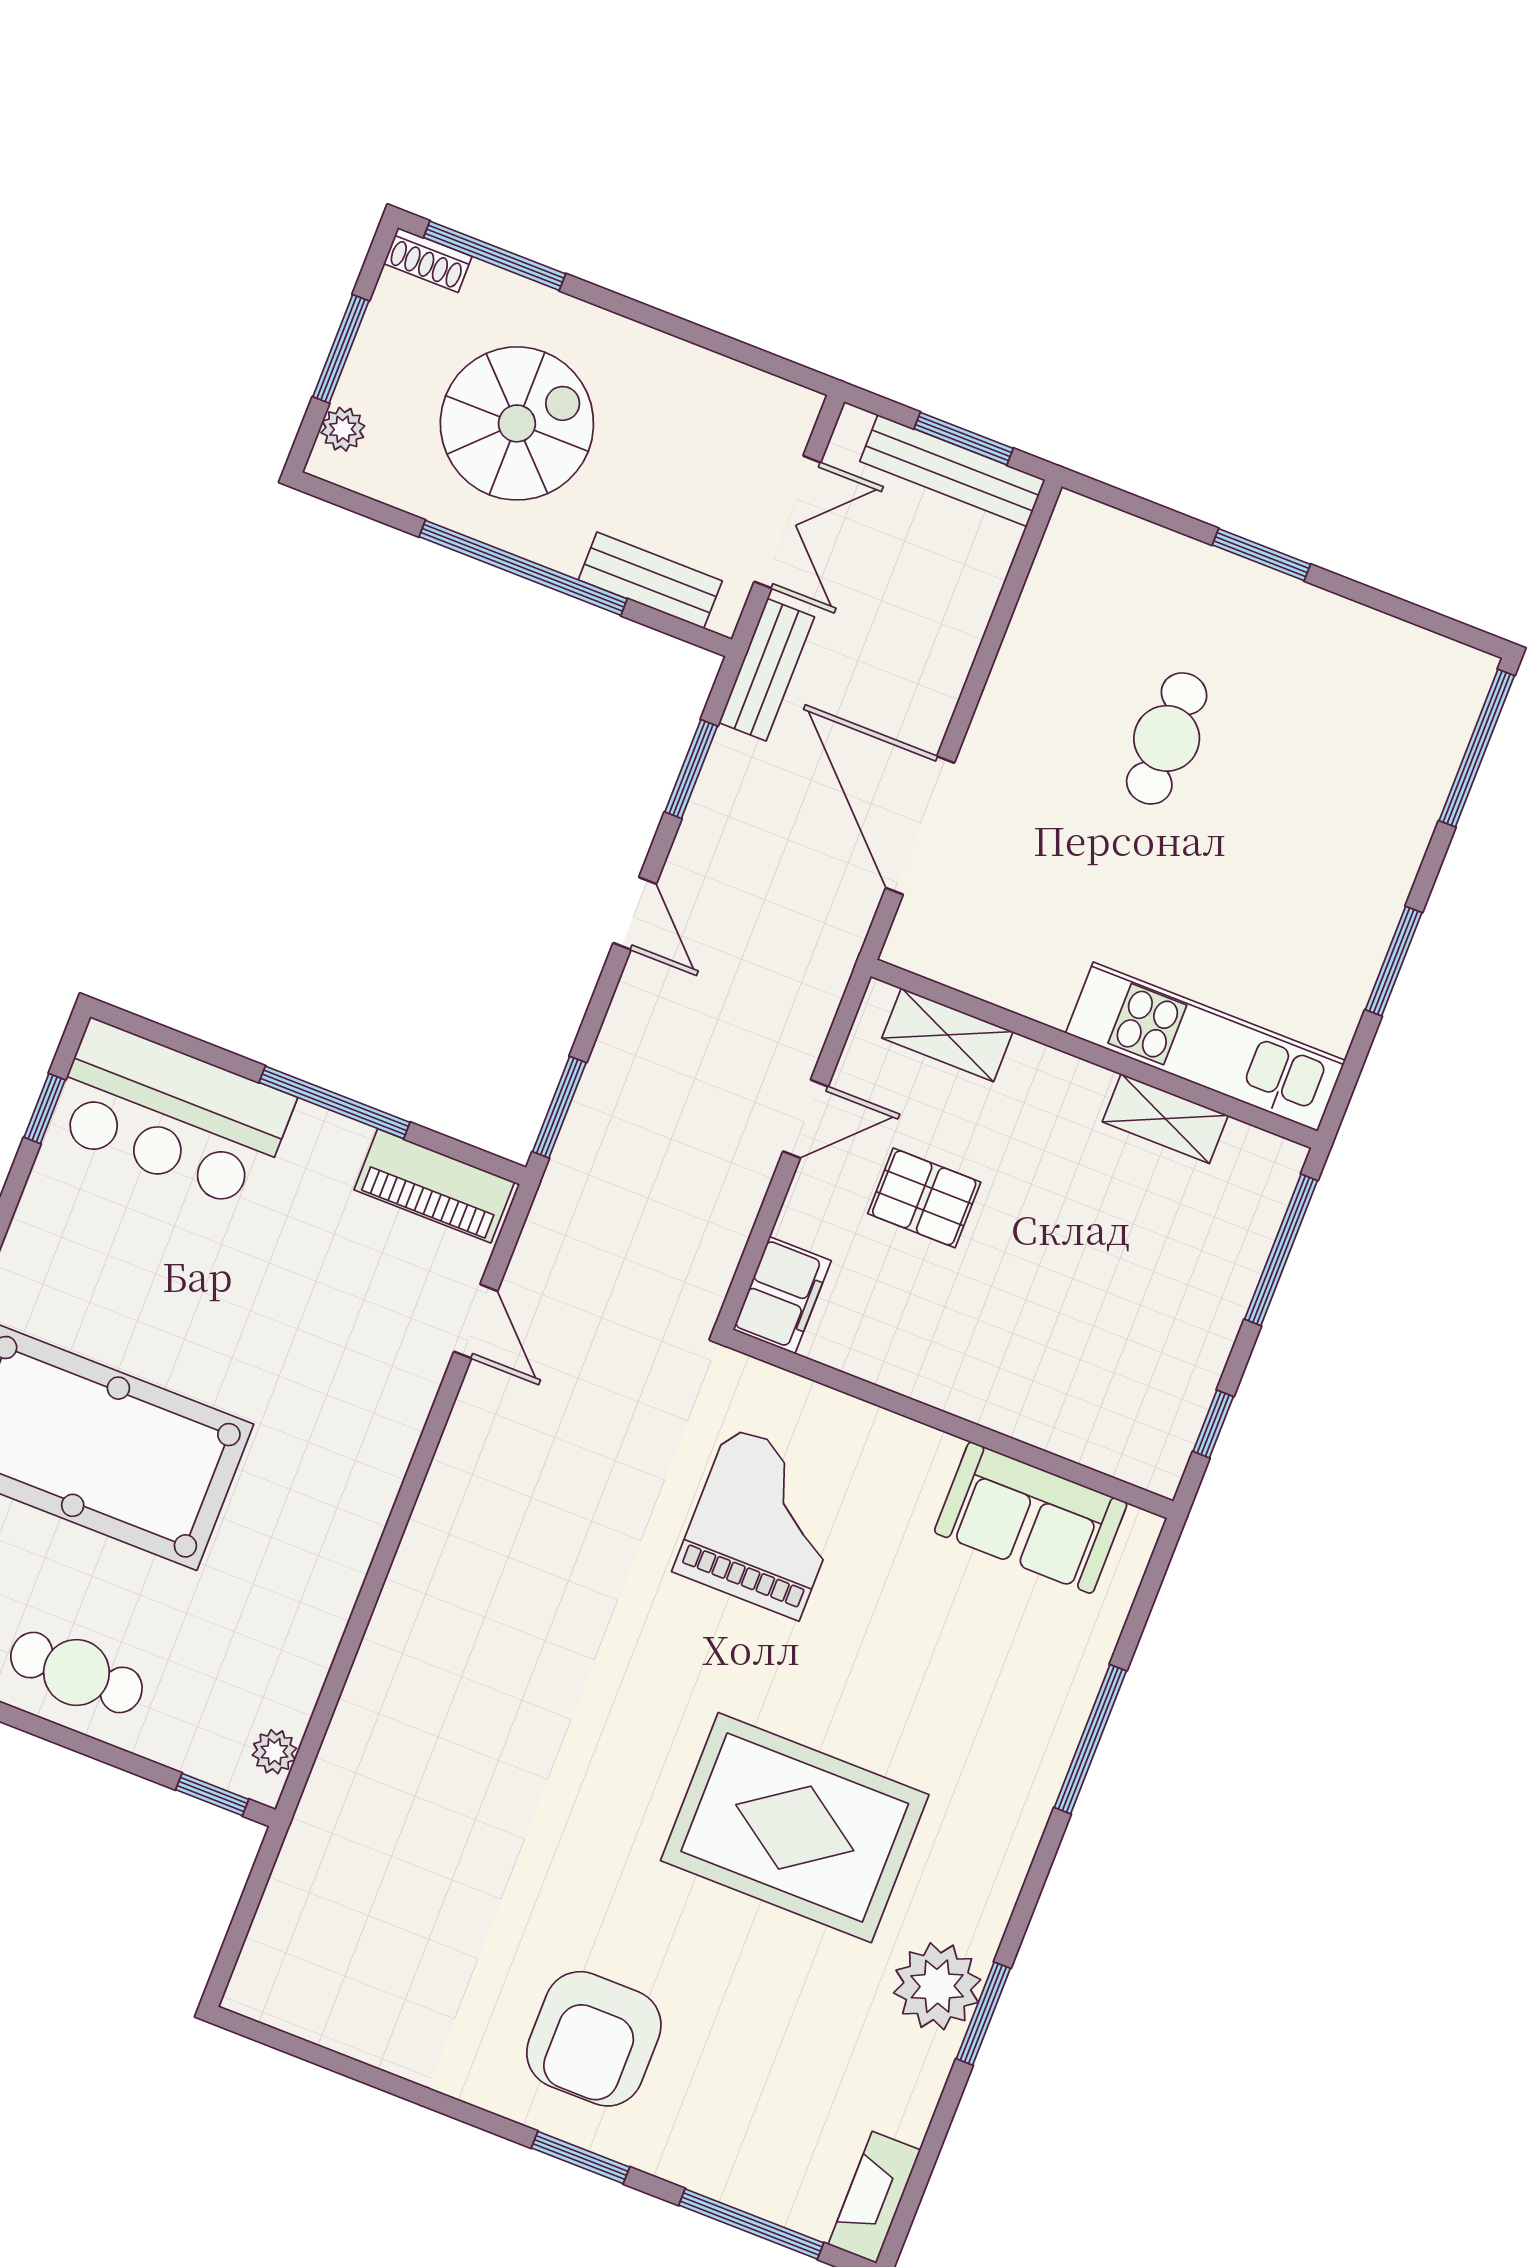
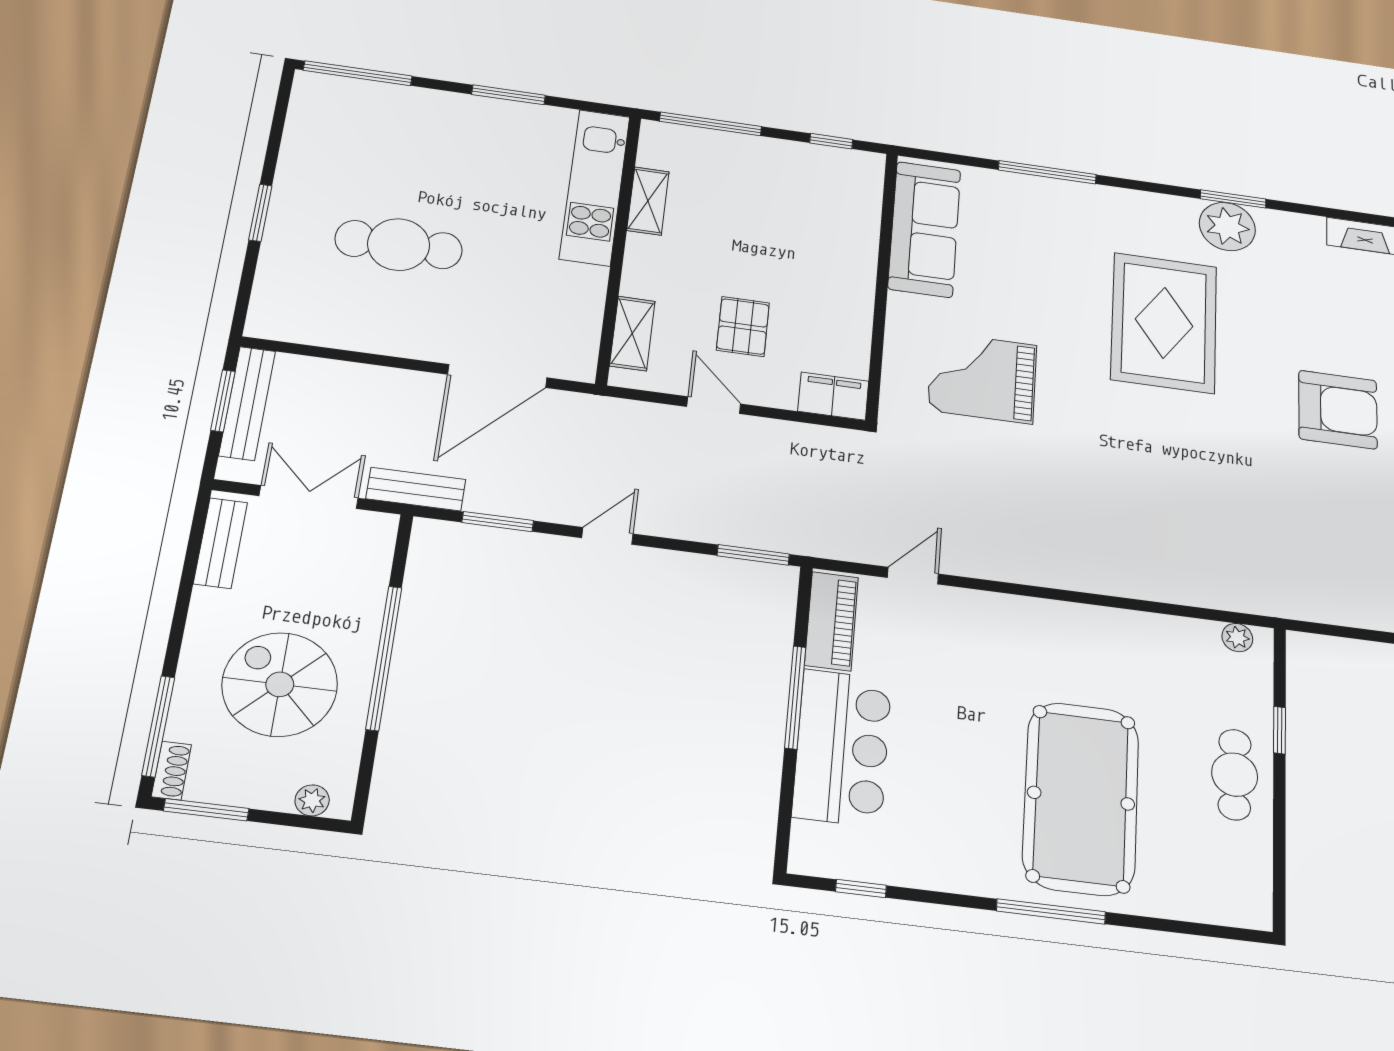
window: (341, 349) -> (206, 810), moved
bench: (650, 580) -> (220, 543), moved
cafe table: (1167, 738) -> (399, 245), width x1.37, depth x1.35
bar counter: (171, 1115) -> (842, 748), moved
sofa: (1031, 1518) -> (924, 229), width x1.36
window: (212, 1794) -> (1279, 730), moved

